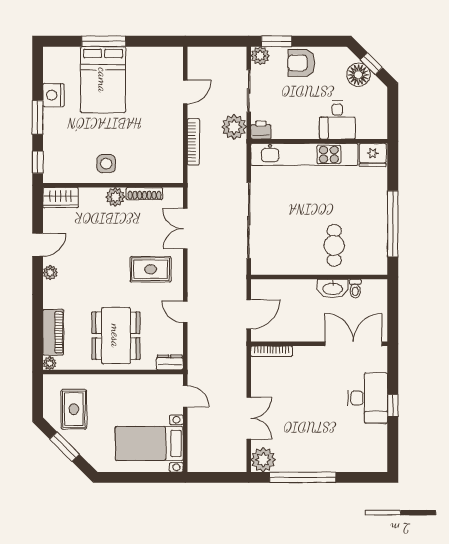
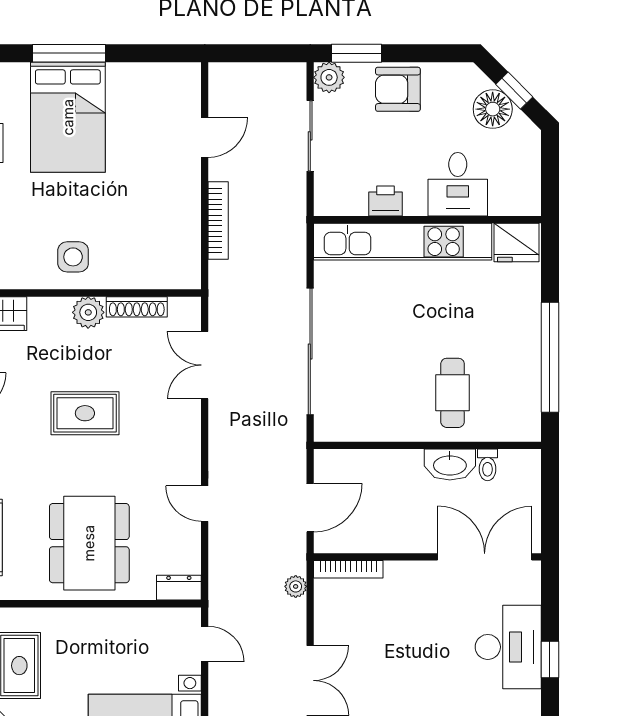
plant: (234, 127) -> (296, 586), moved, width x0.53, depth x0.53
printer: (261, 130) -> (385, 201), moved
rug: (151, 269) -> (85, 413), moved

